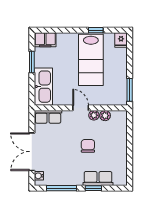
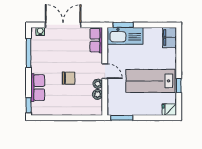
window: (32, 62) -> (123, 25), moved
door: (81, 108) -> (105, 71), hinge flipped
window: (93, 188) -> (29, 105), moved

